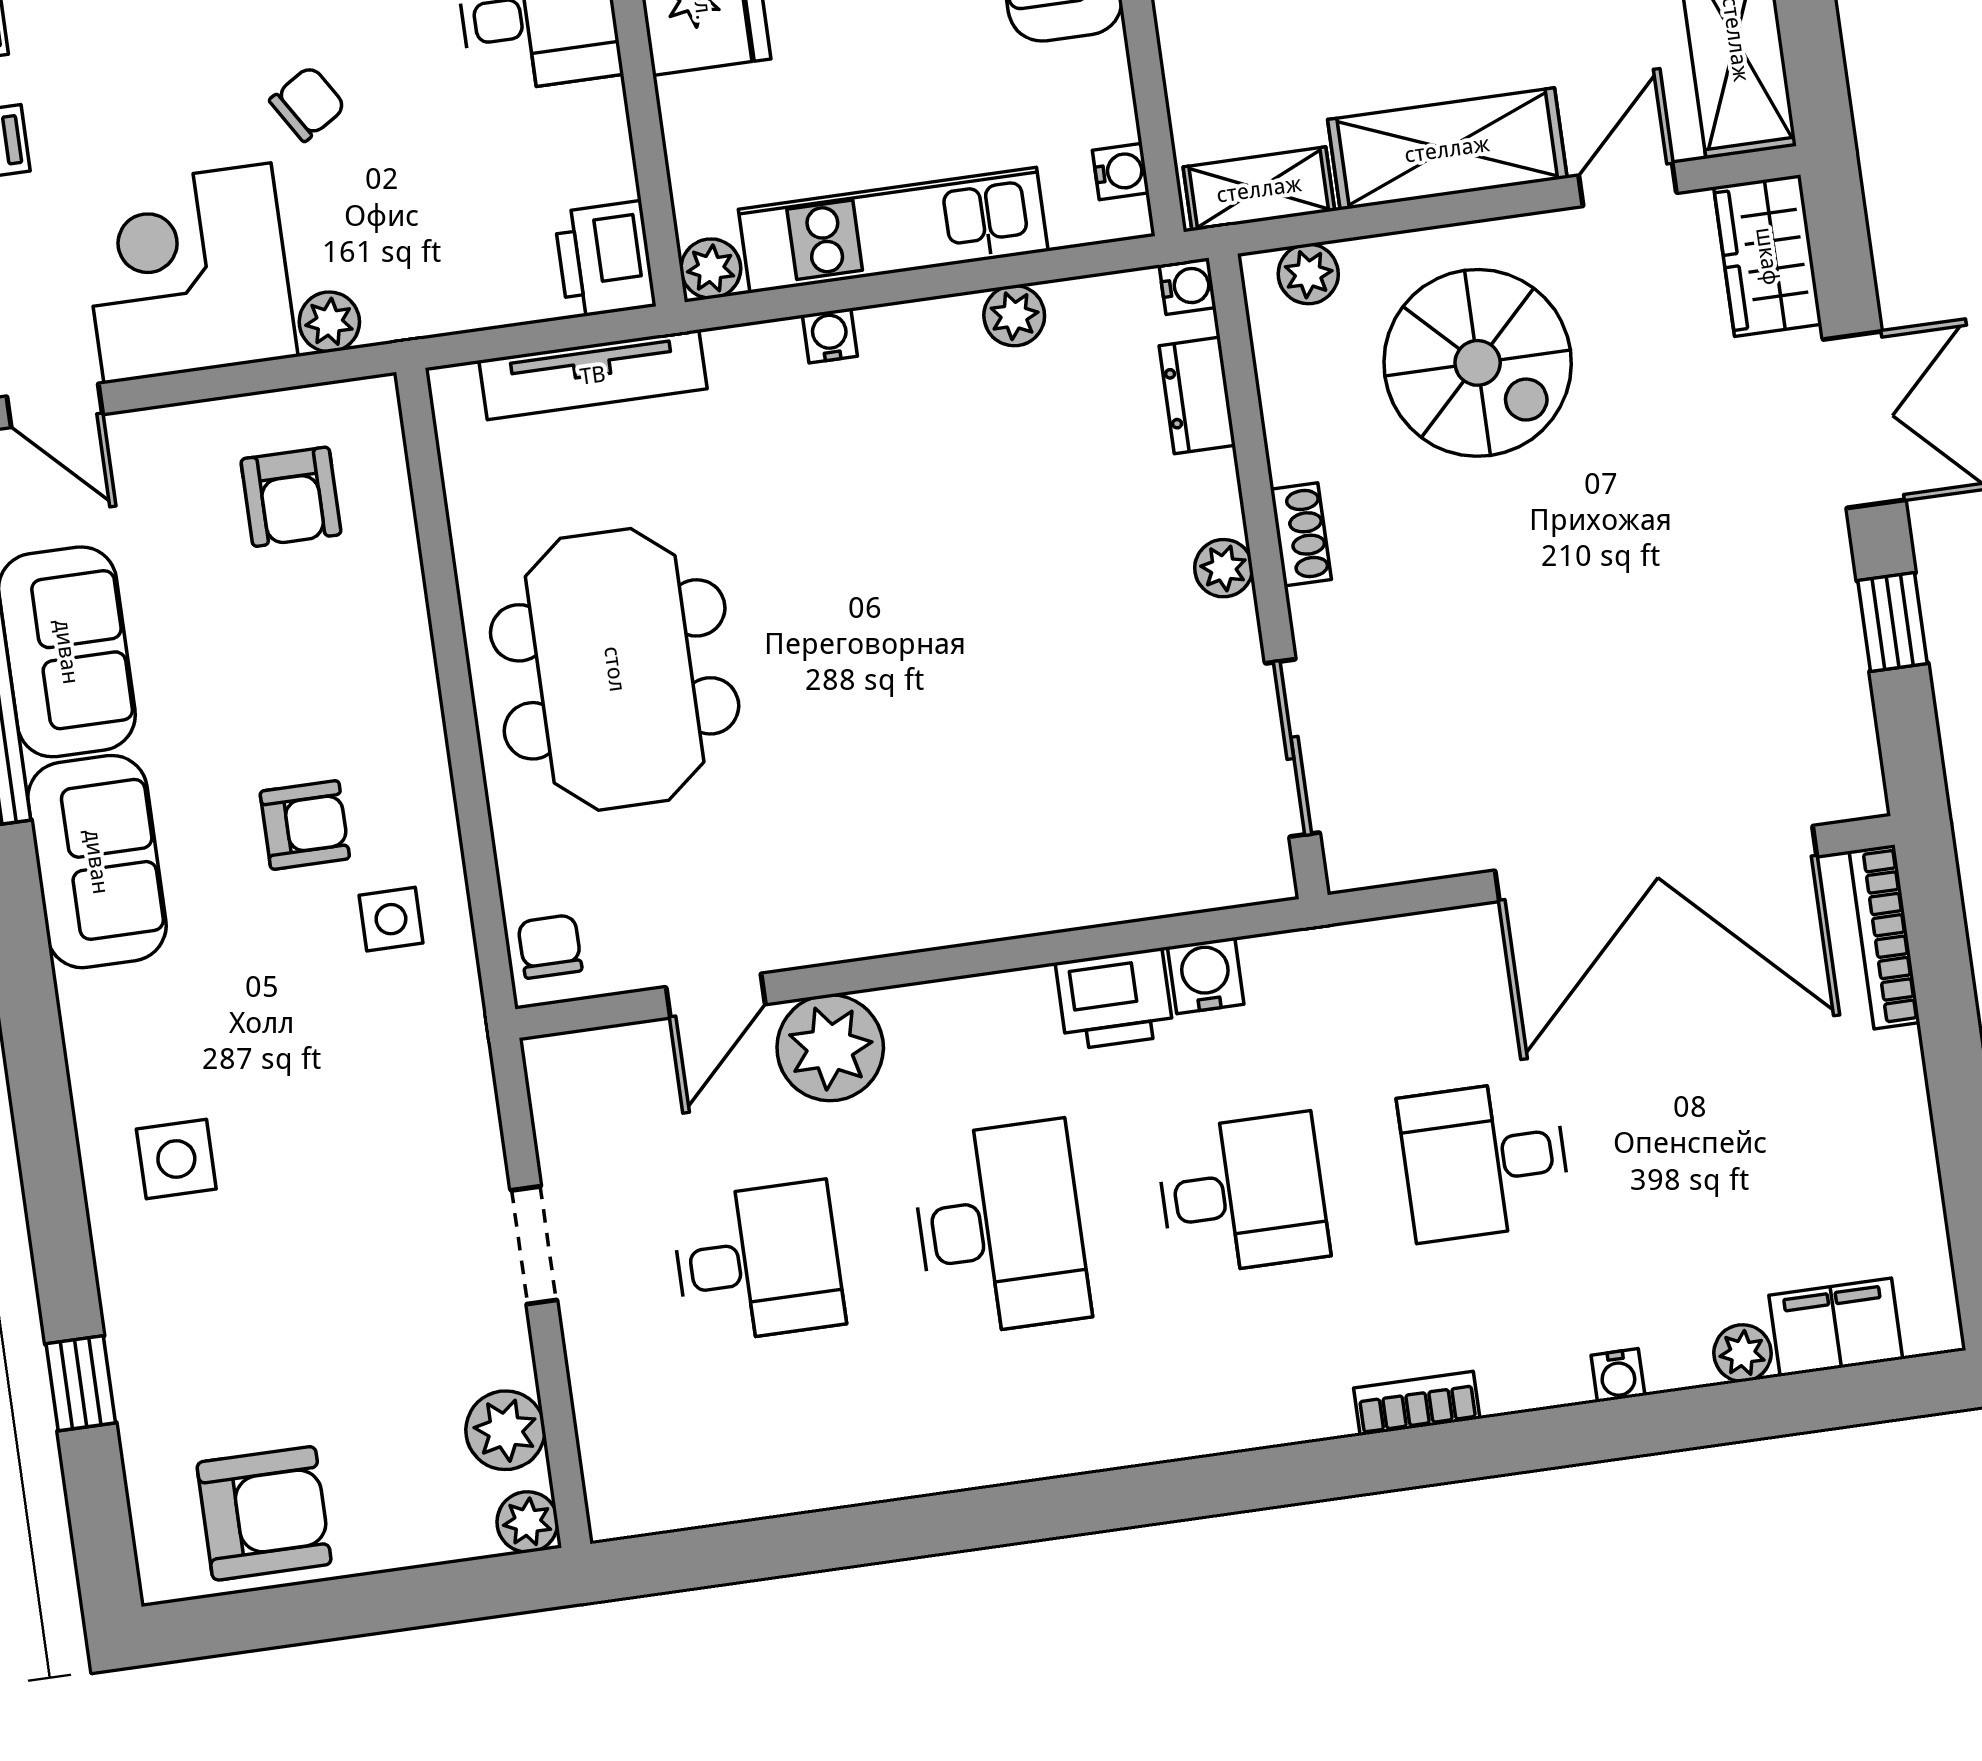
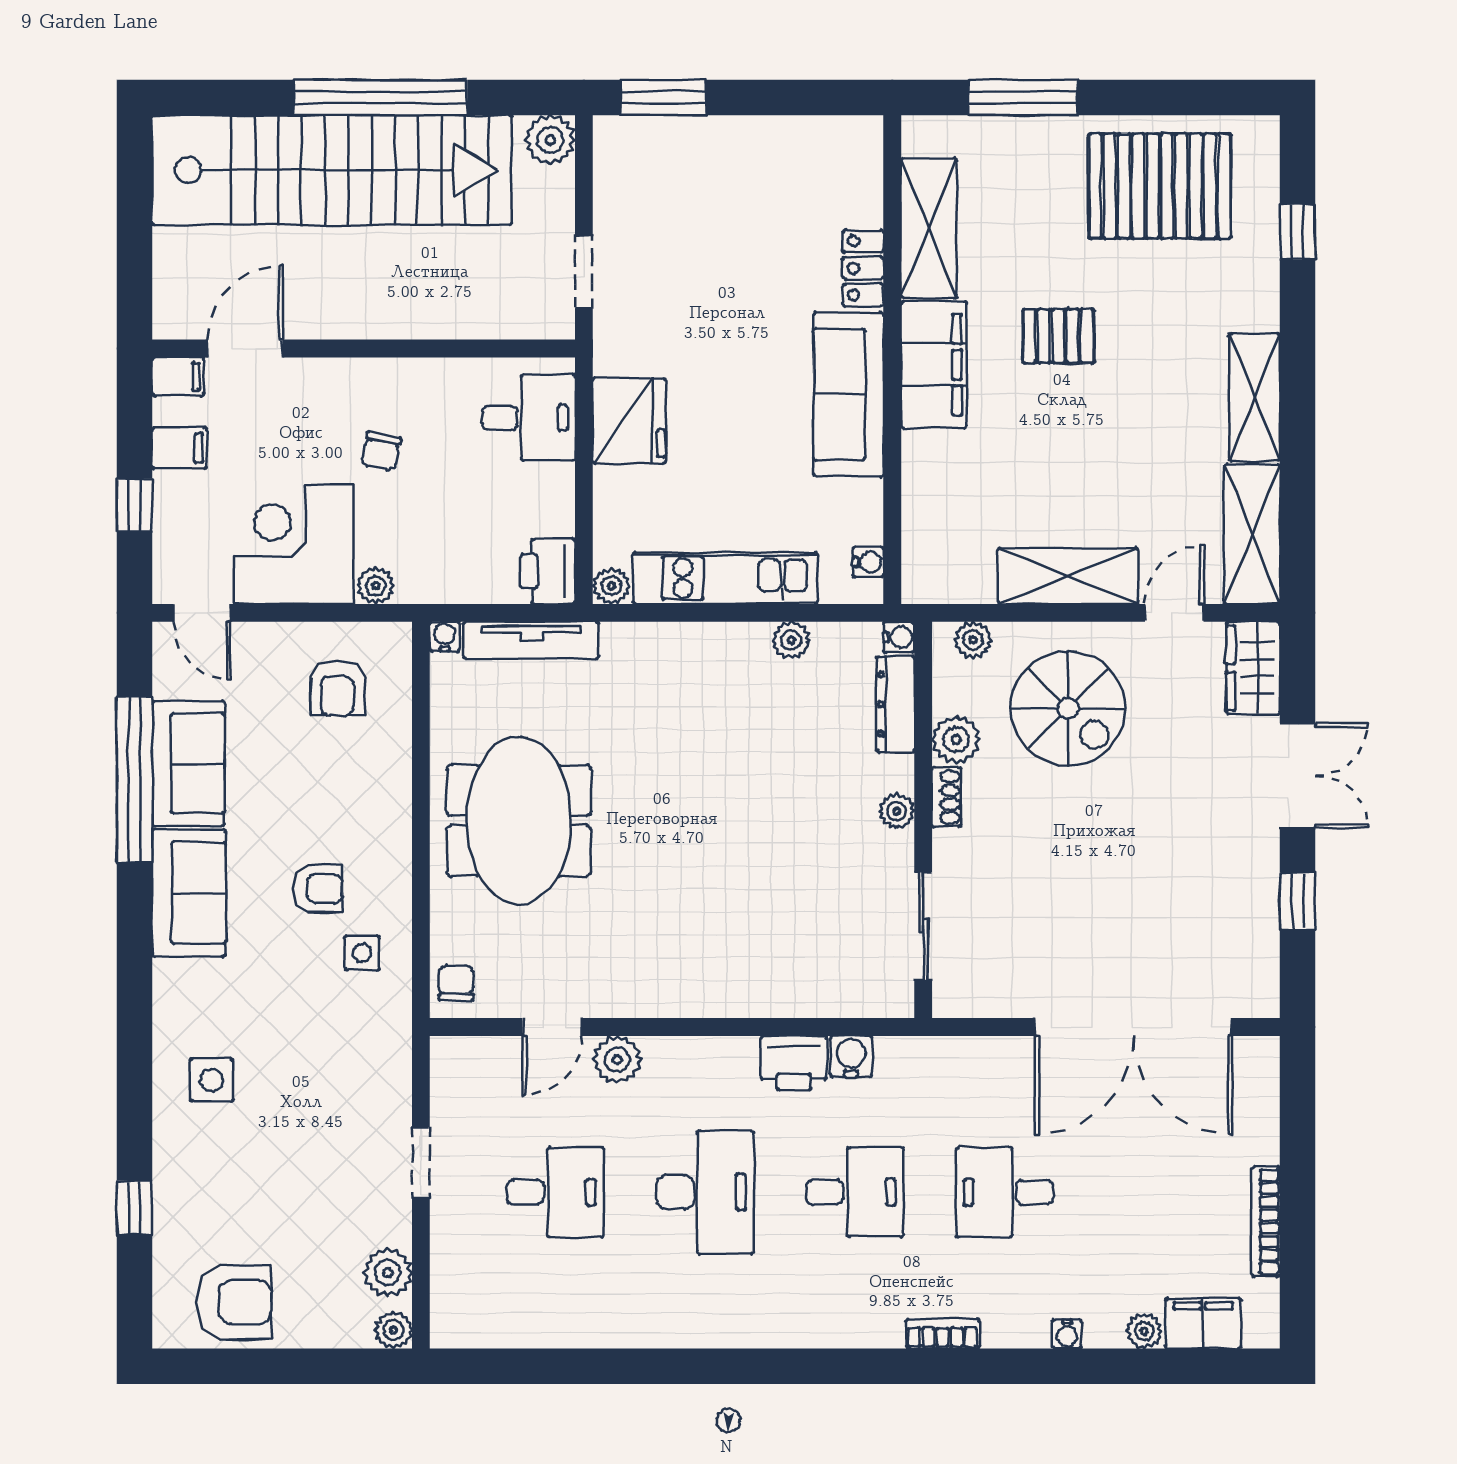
chair: (308, 104) -> (381, 451), turned 133
shelving: (1259, 189) -> (950, 584), removed
water cooler: (830, 336) -> (445, 637), moved
dresser: (1197, 395) -> (895, 704), width x1.44
plant: (1303, 439) -> (956, 740), added
bookcase: (1884, 937) -> (1266, 1222), moved
plant: (830, 1048) -> (617, 1060), width x0.73, depth x0.73

